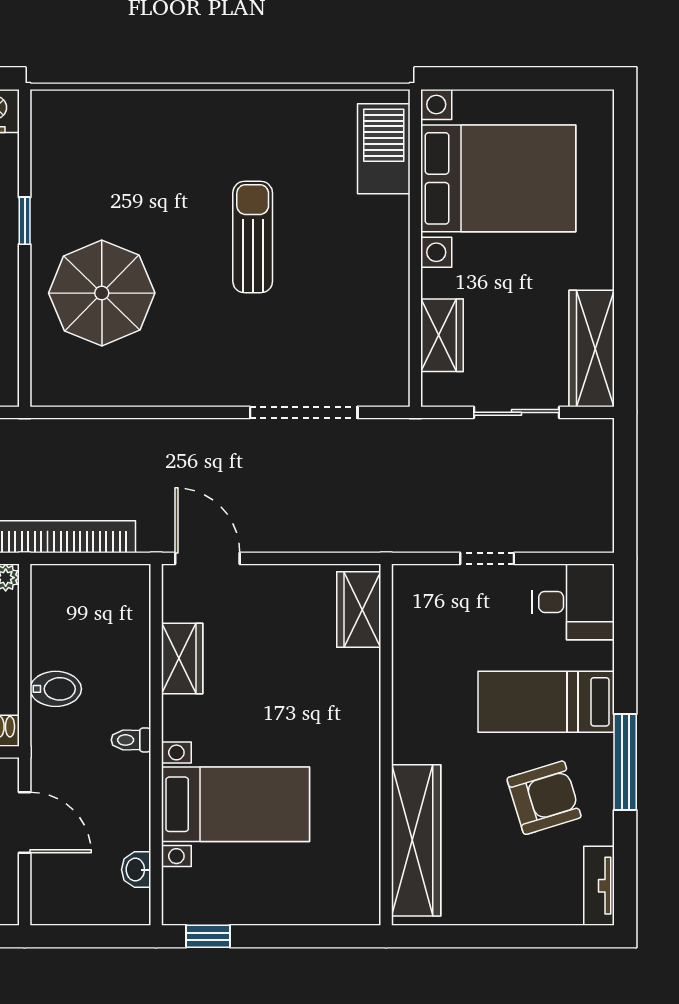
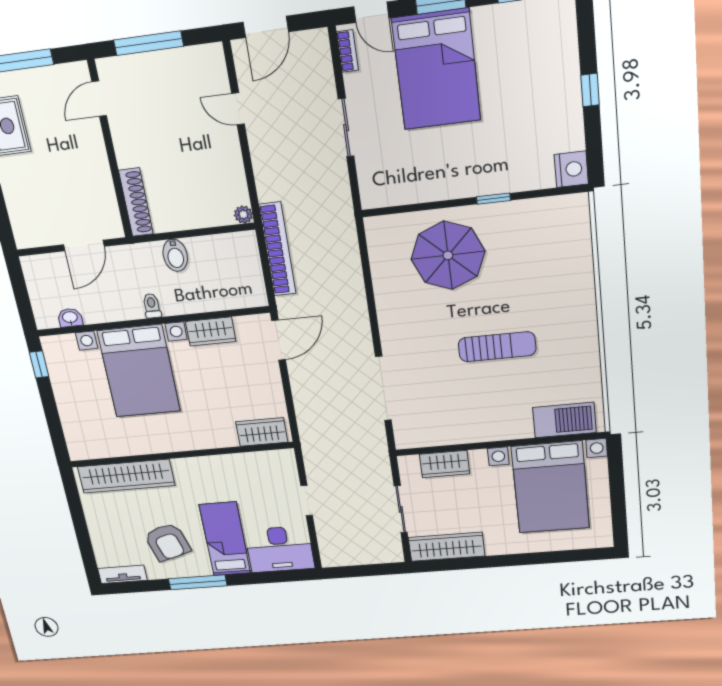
desk: (573, 602) -> (280, 549), width x1.37
bed with nightstands: (236, 804) -> (139, 371), width x1.36

